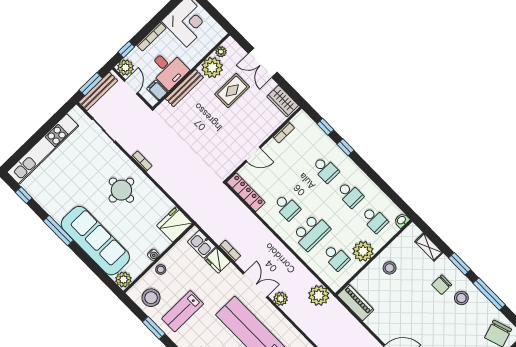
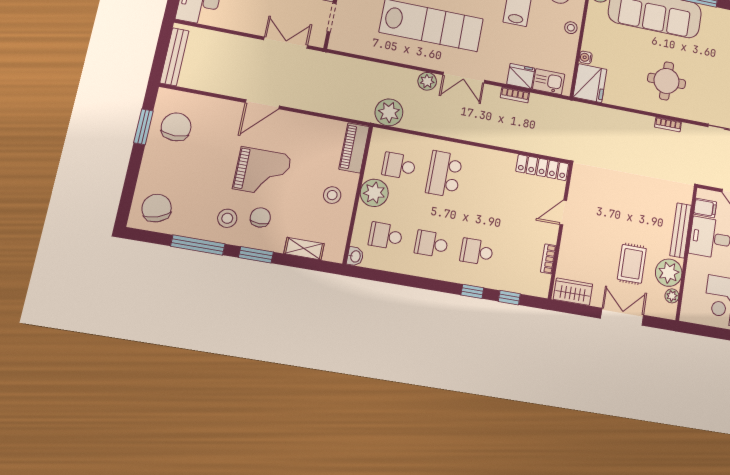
school desk: (287, 207) -> (489, 182), removed
water cooler: (153, 255) -> (586, 57), moved
piano: (356, 302) -> (354, 148), moved, turned 90
grand piano: (422, 312) -> (262, 172), added

